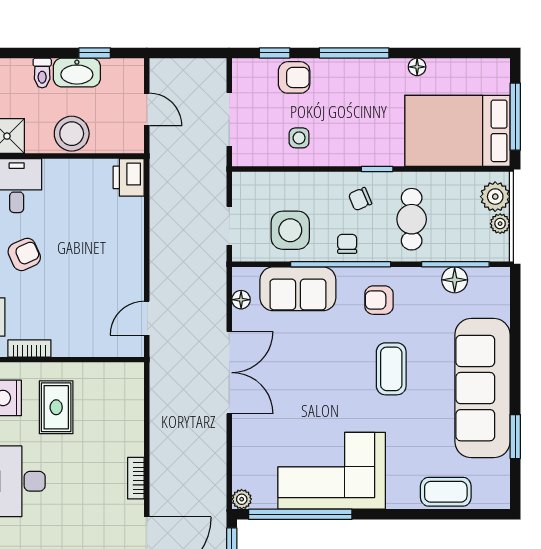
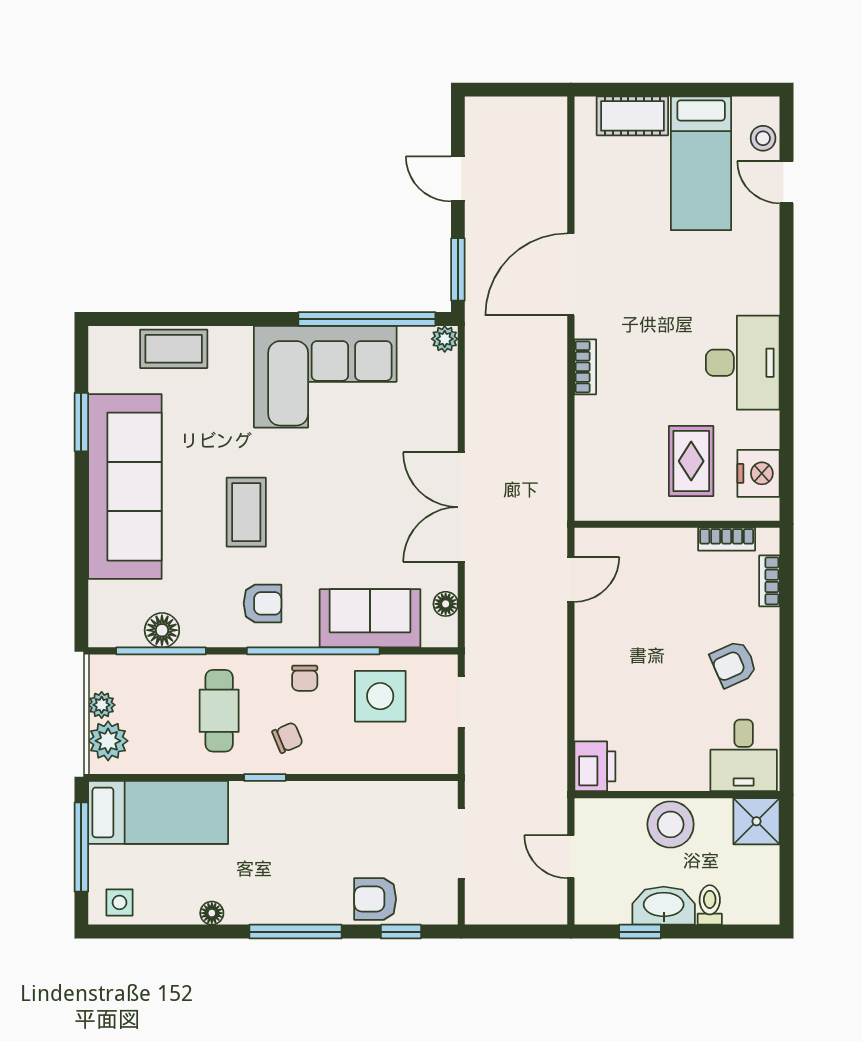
bed: (457, 131) -> (158, 812), width x0.67
side table: (299, 138) -> (119, 902), moved

